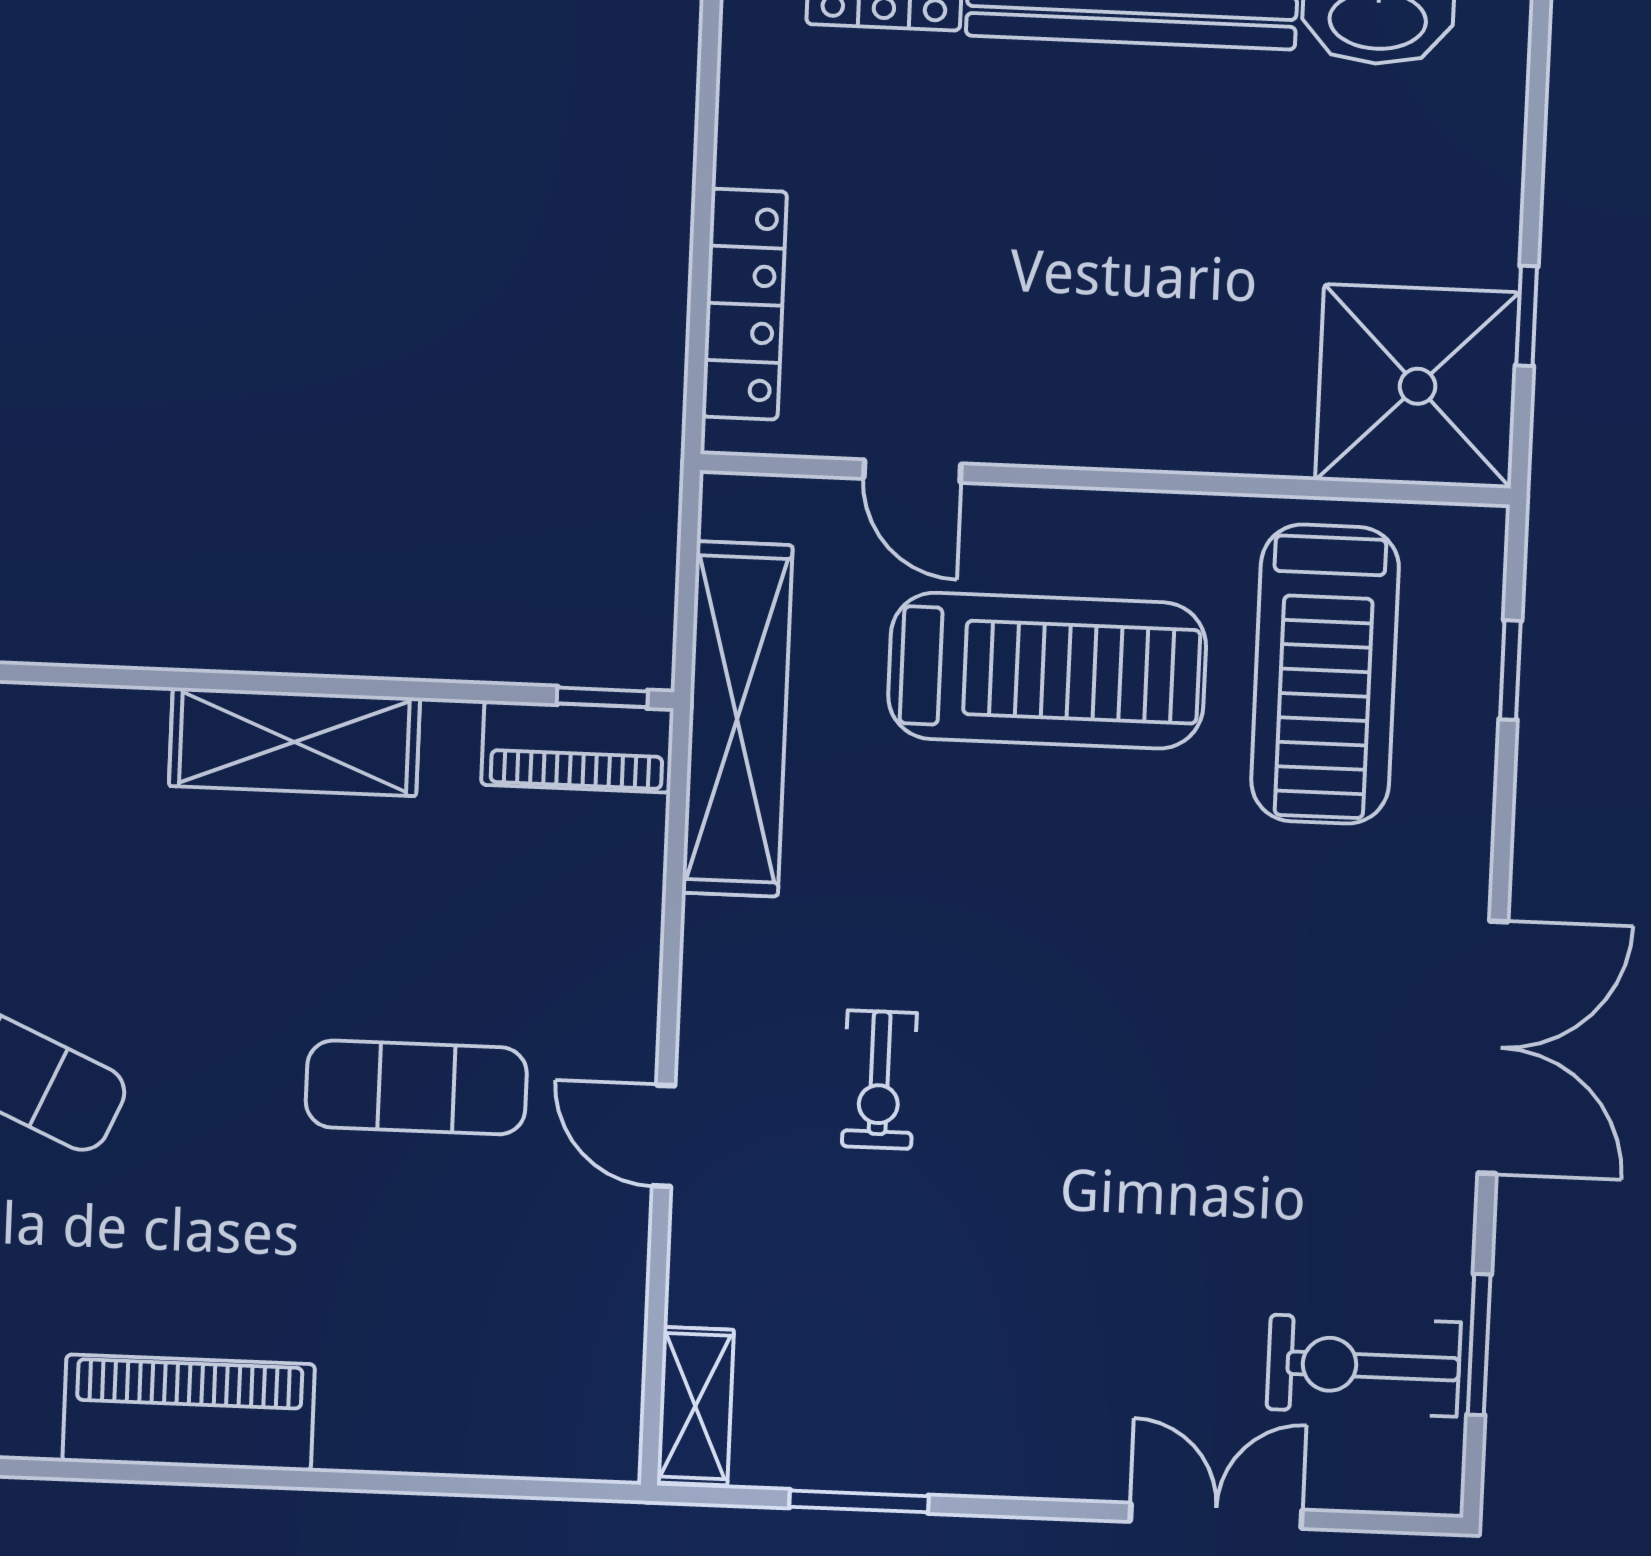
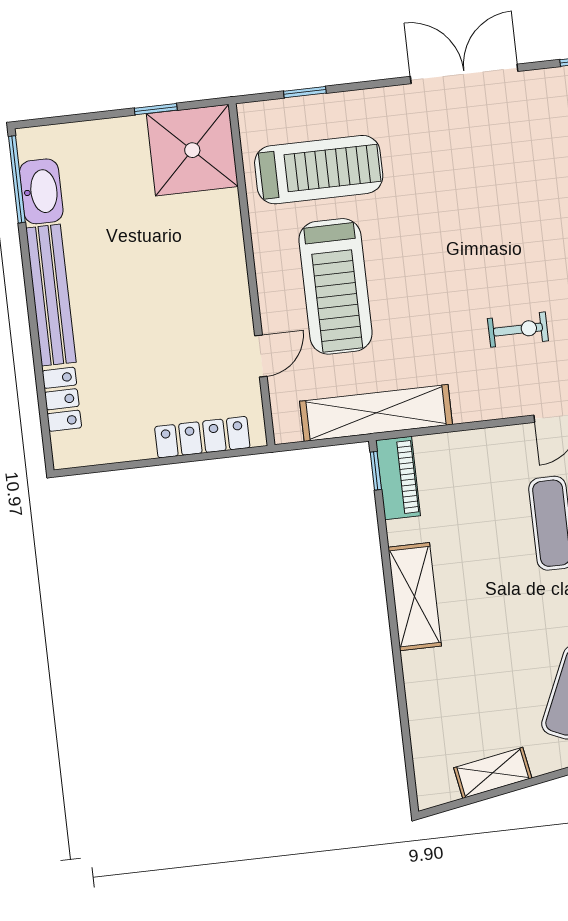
treadmill: (1047, 671) -> (336, 286), turned 180

